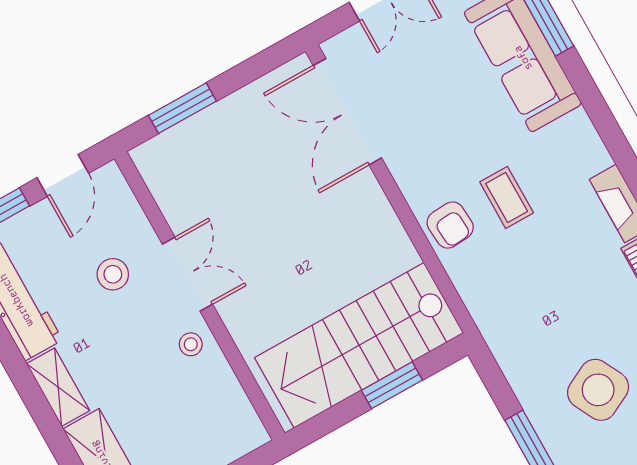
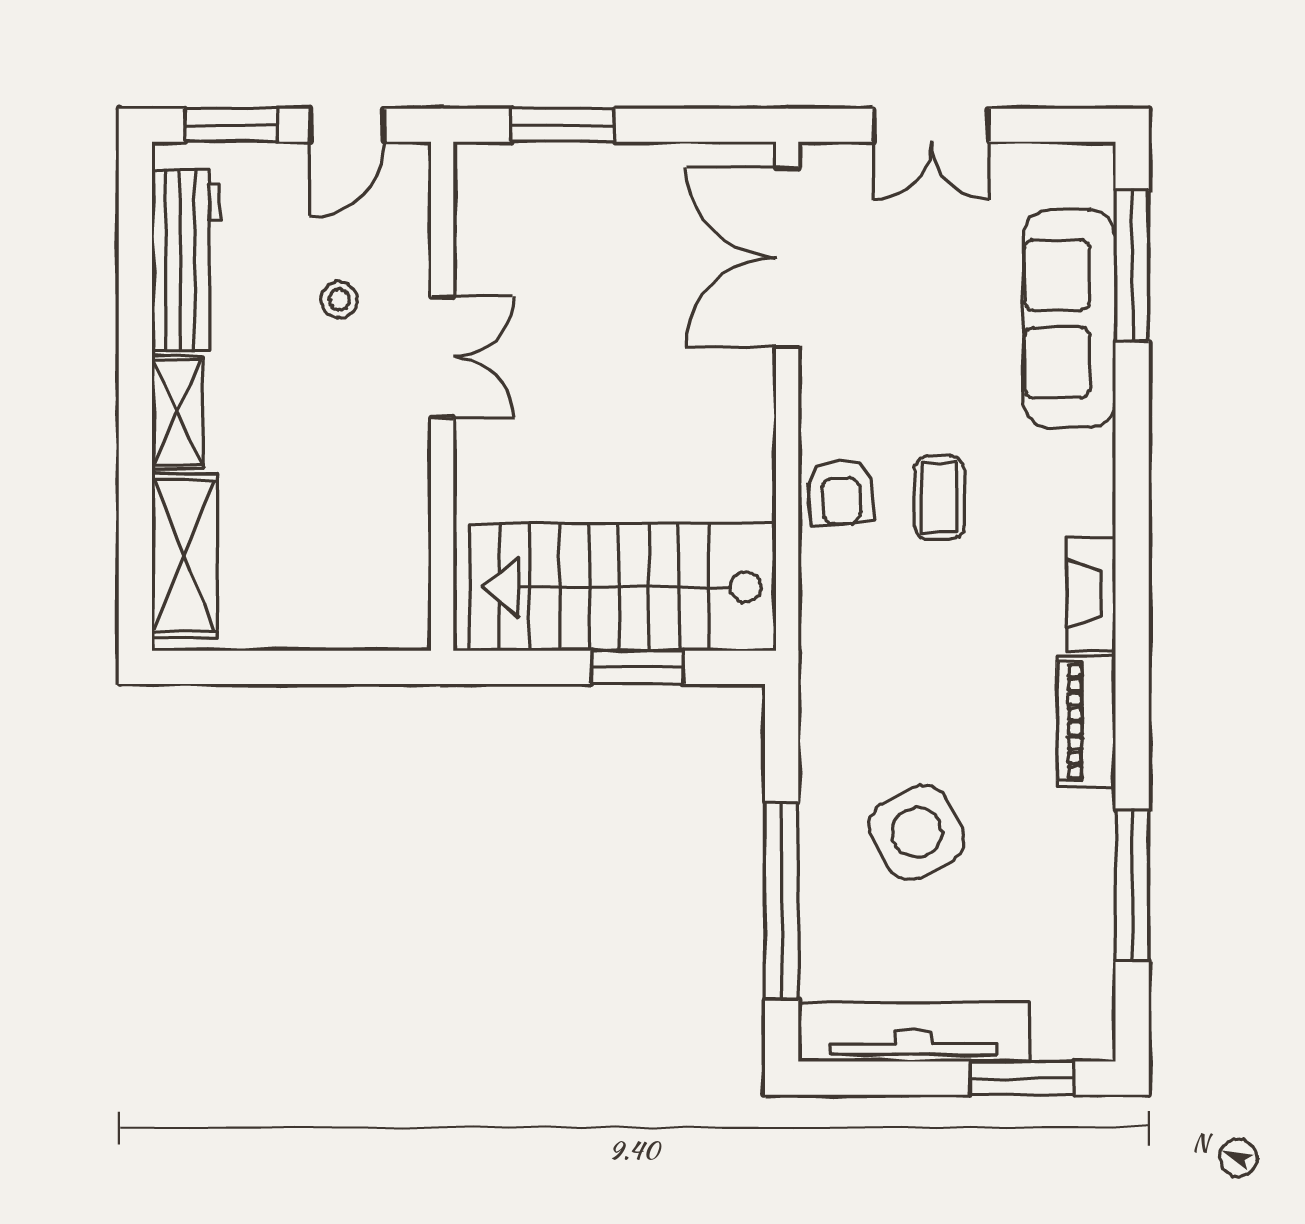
stool: (113, 274) -> (339, 300), width x0.73, depth x0.73
stool: (191, 344) -> (392, 456), removed

